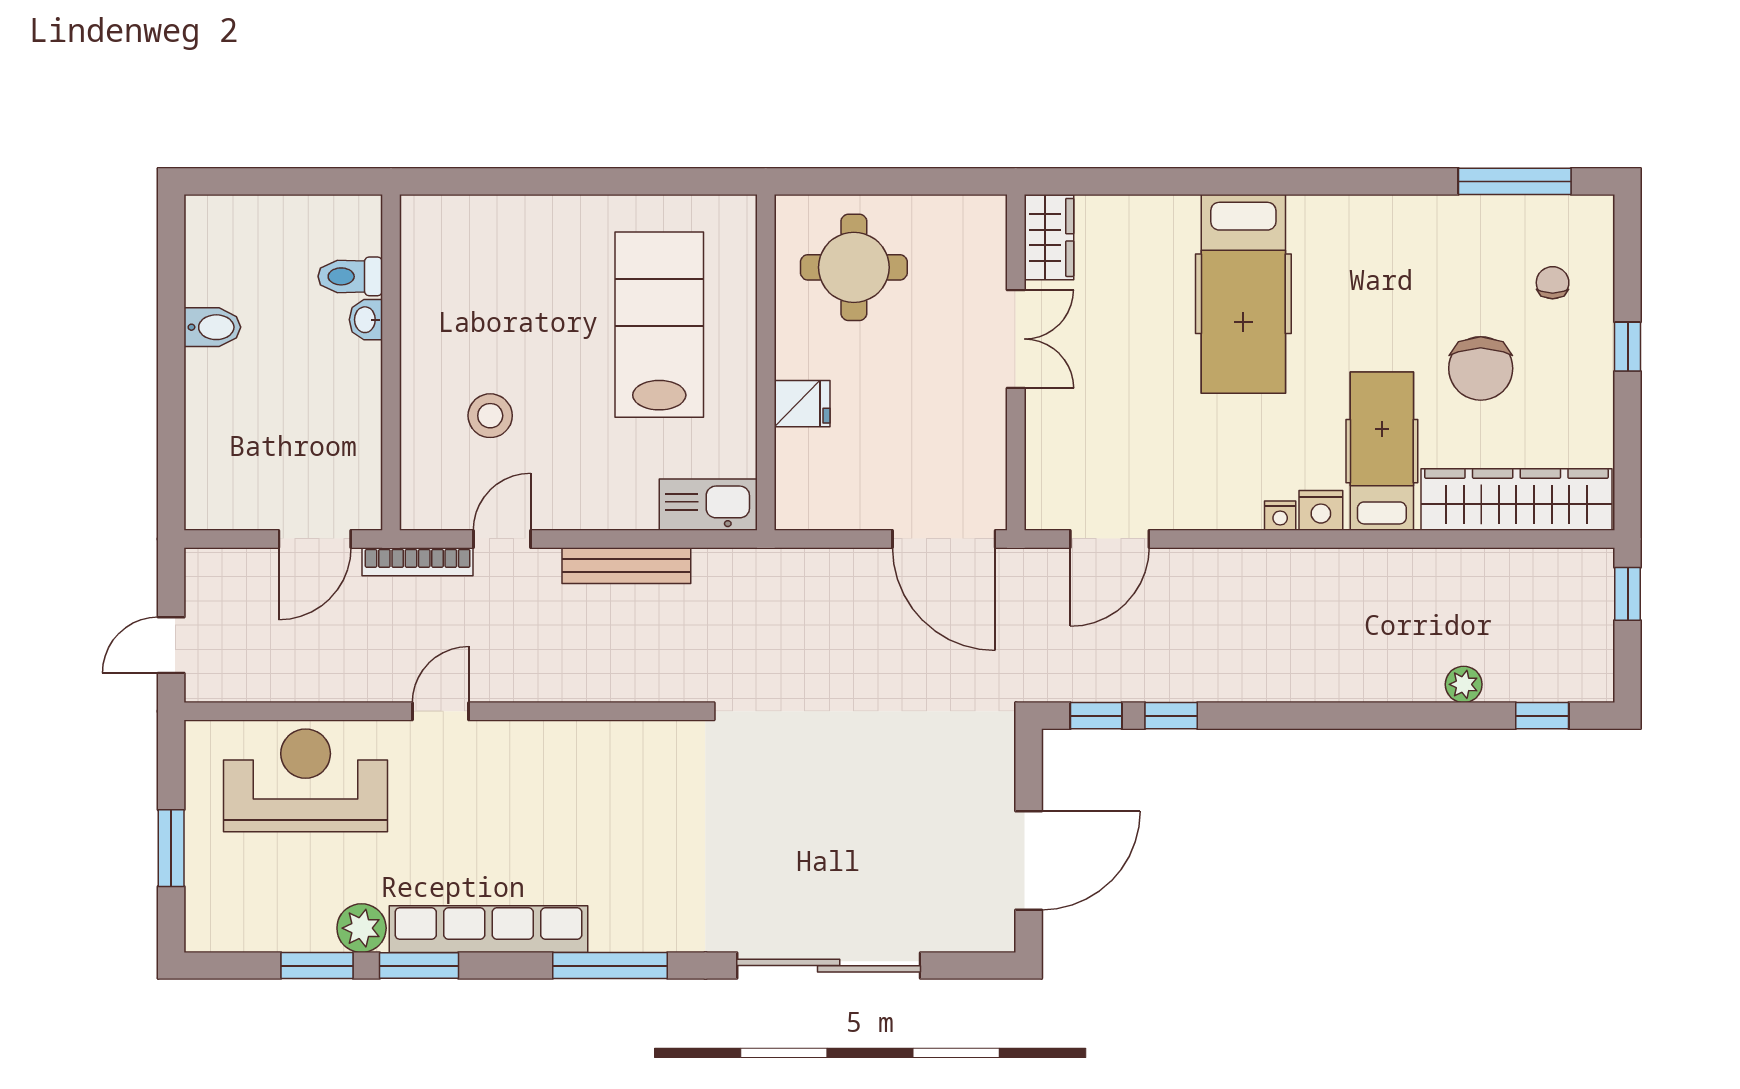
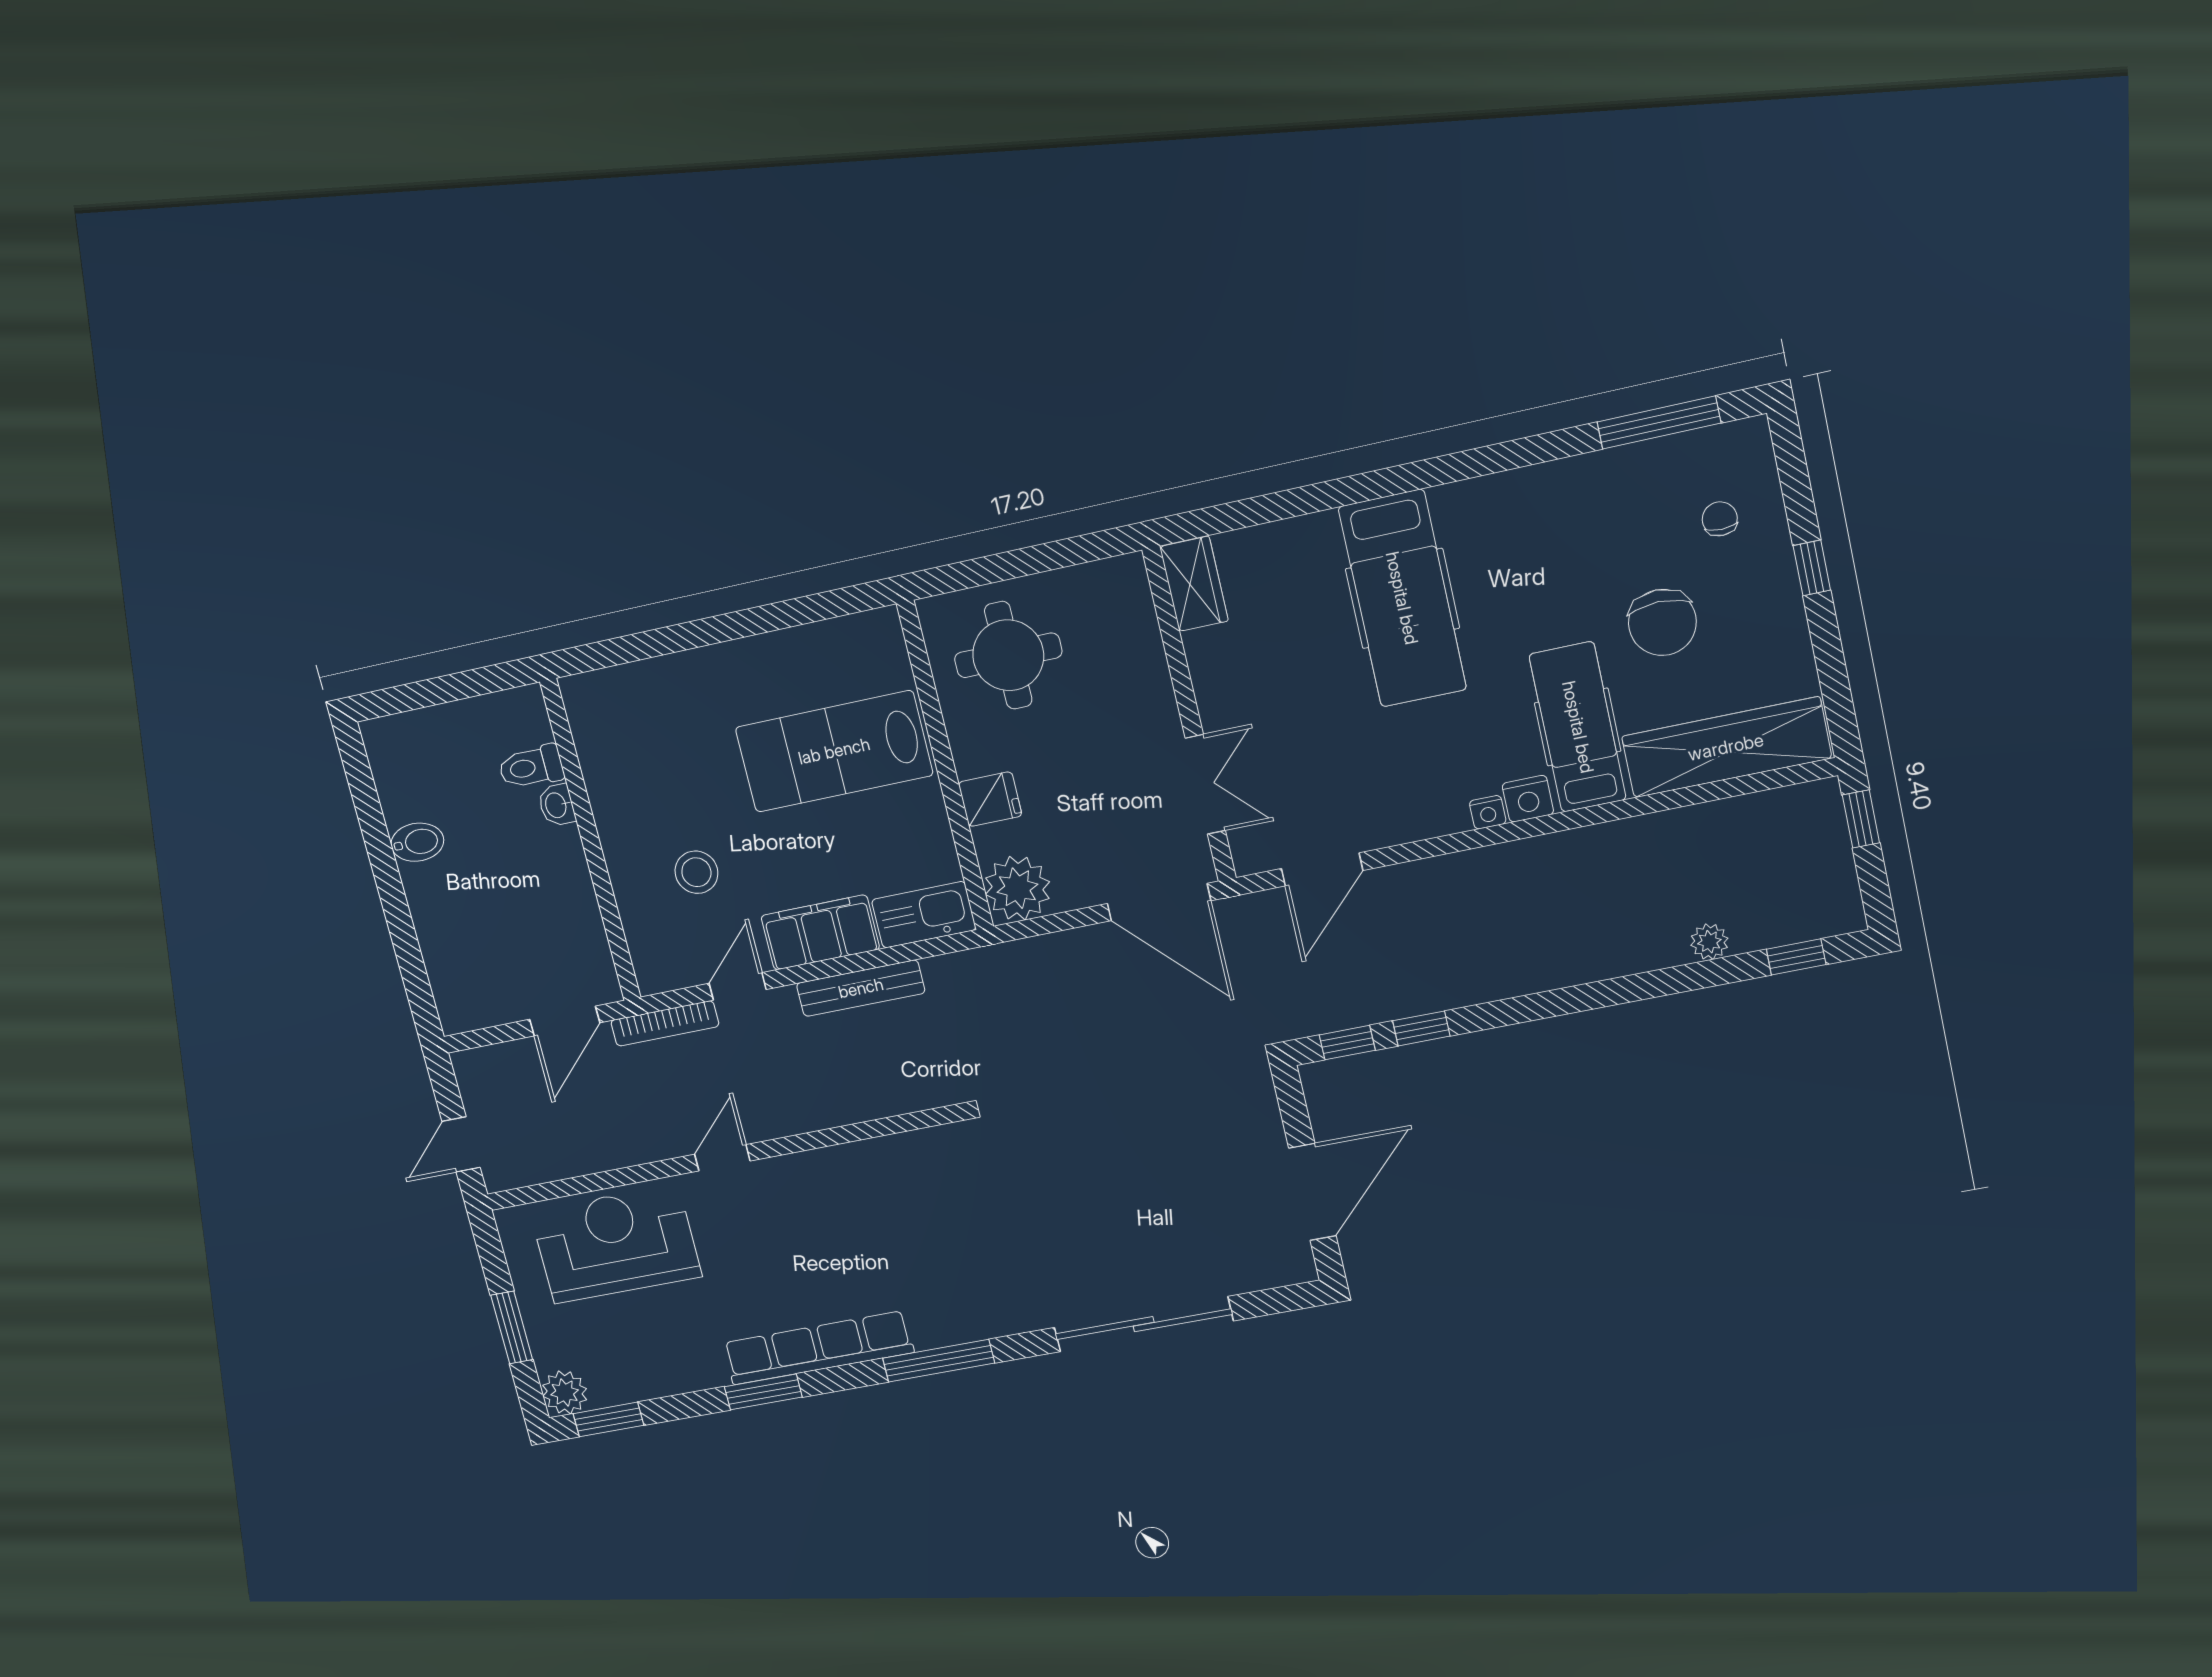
lab bench: (659, 325) -> (834, 751), turned -90
double door: (1016, 339) -> (1205, 784), moved
plant: (808, 497) -> (1017, 888), added
filing cabinet: (600, 501) -> (820, 932), added
plant: (362, 928) -> (565, 1392), moved
window: (317, 966) -> (608, 1419), moved

